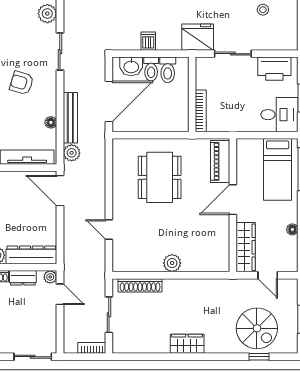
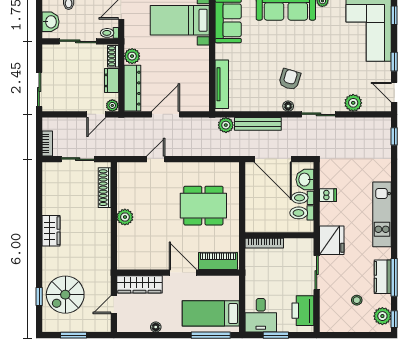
floor lamp: (51, 122) -> (288, 106), moved
door: (60, 191) -> (166, 114), moved

